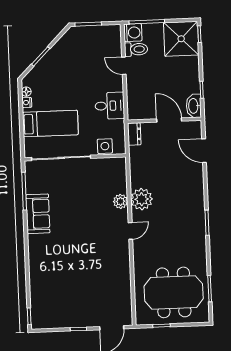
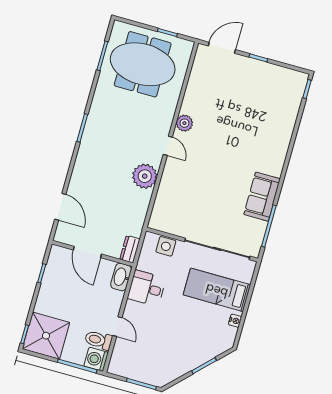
floor lamp: (26, 92) -> (232, 333), removed
washbasin: (194, 106) -> (121, 277), moved, turned 180
plant: (121, 201) -> (184, 123), moved
door: (130, 231) -> (168, 146), swing flipped

